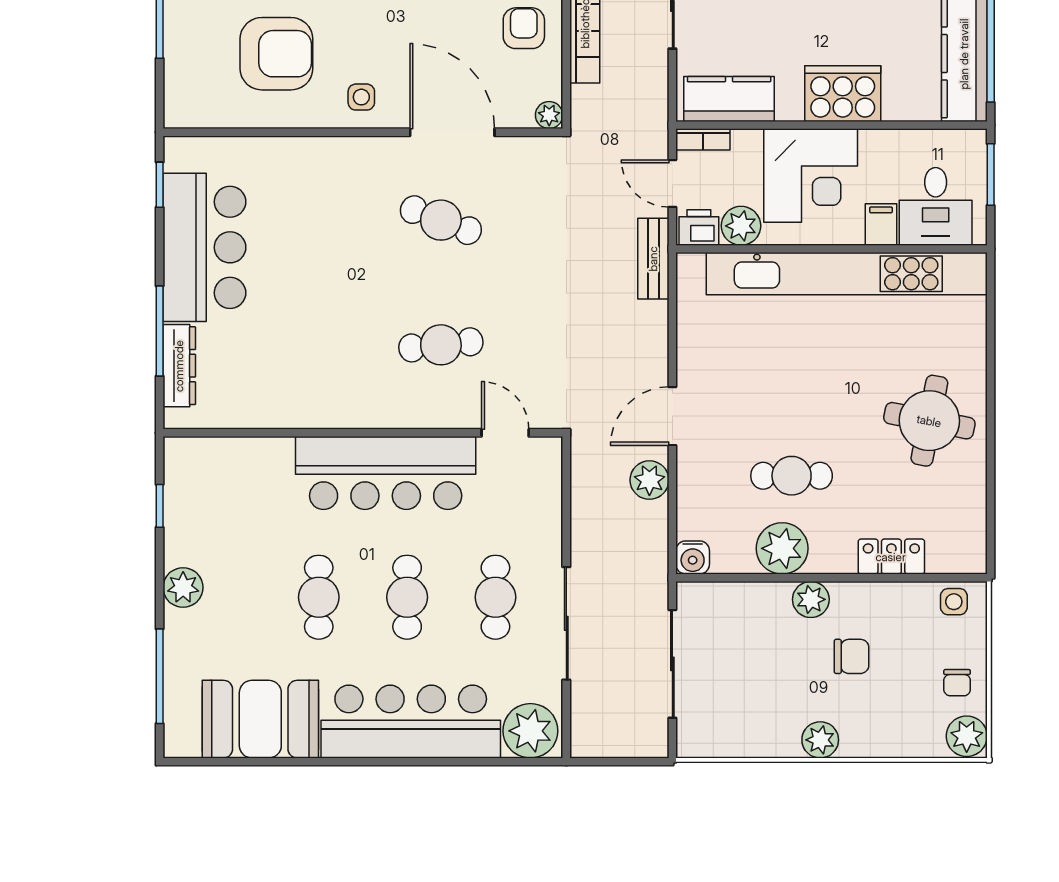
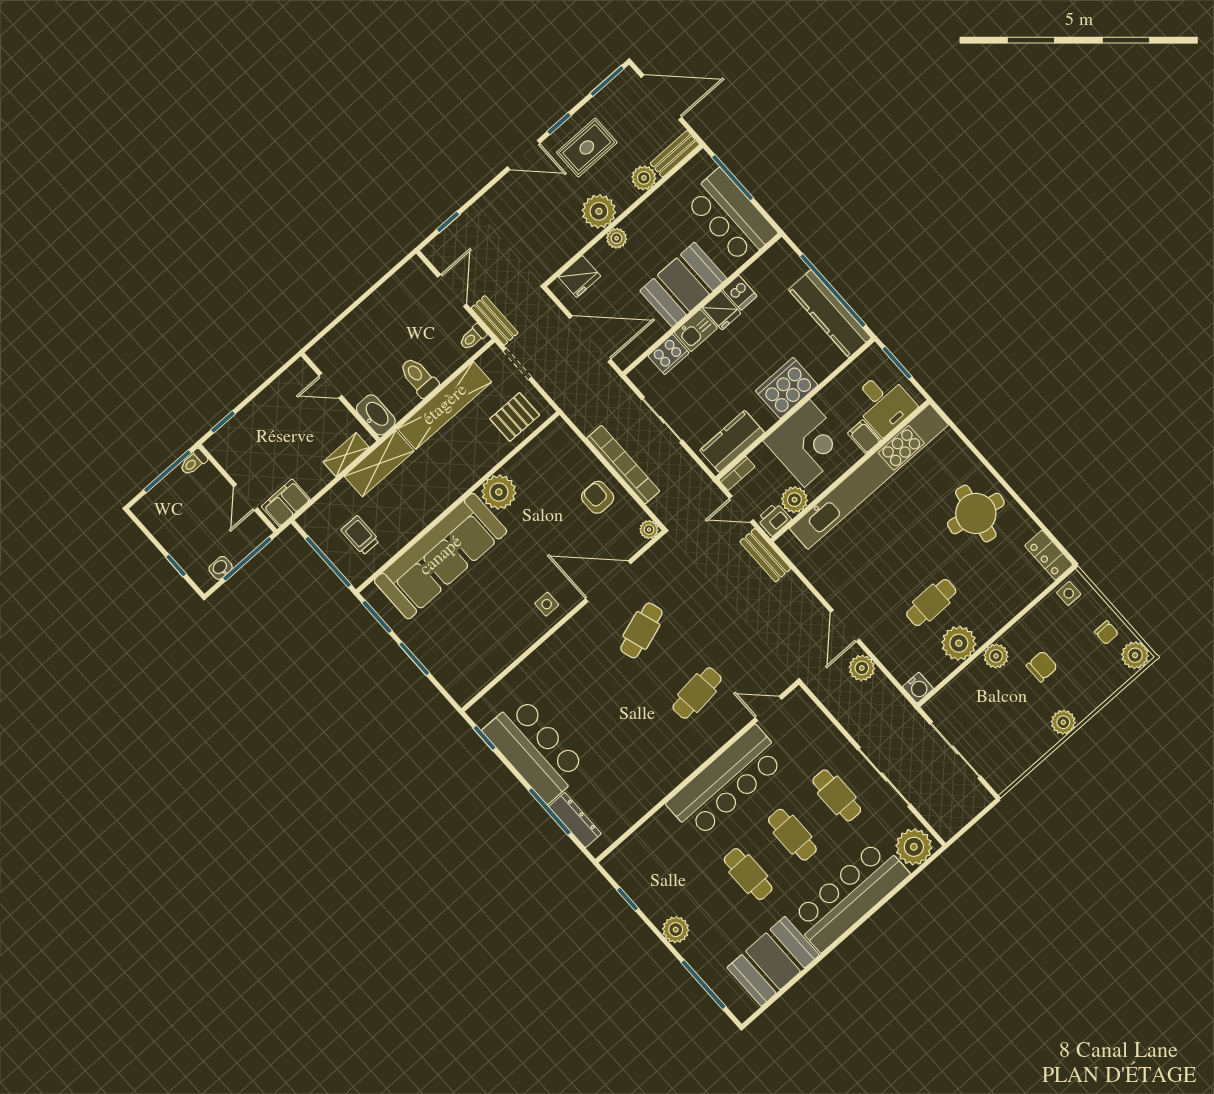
armchair: (276, 54) -> (485, 620), removed
cafe table: (441, 220) -> (641, 630), turned -39
locker: (891, 557) -> (1049, 555), moved, turned -90

